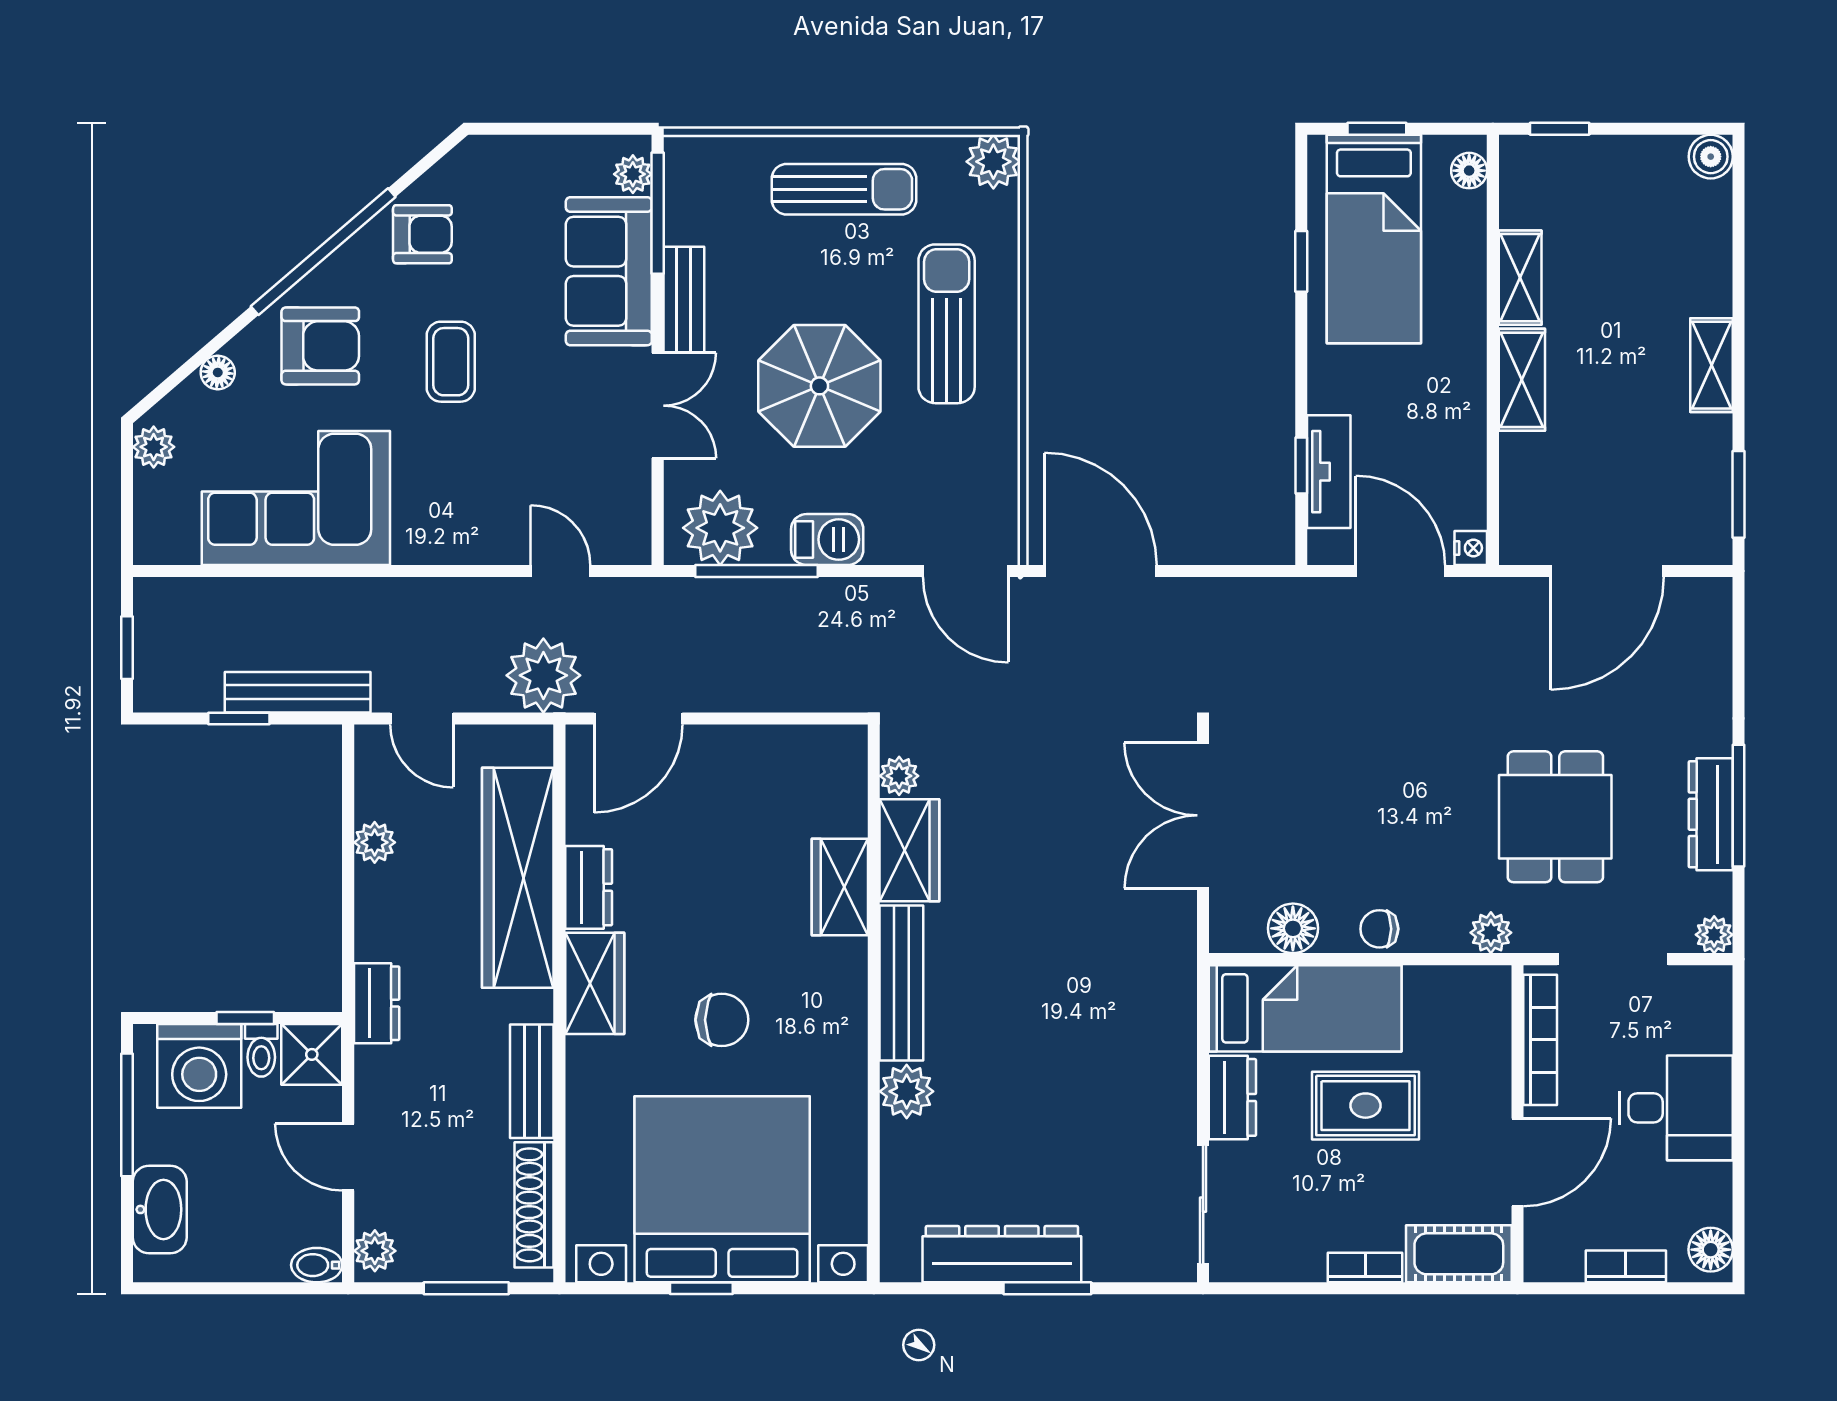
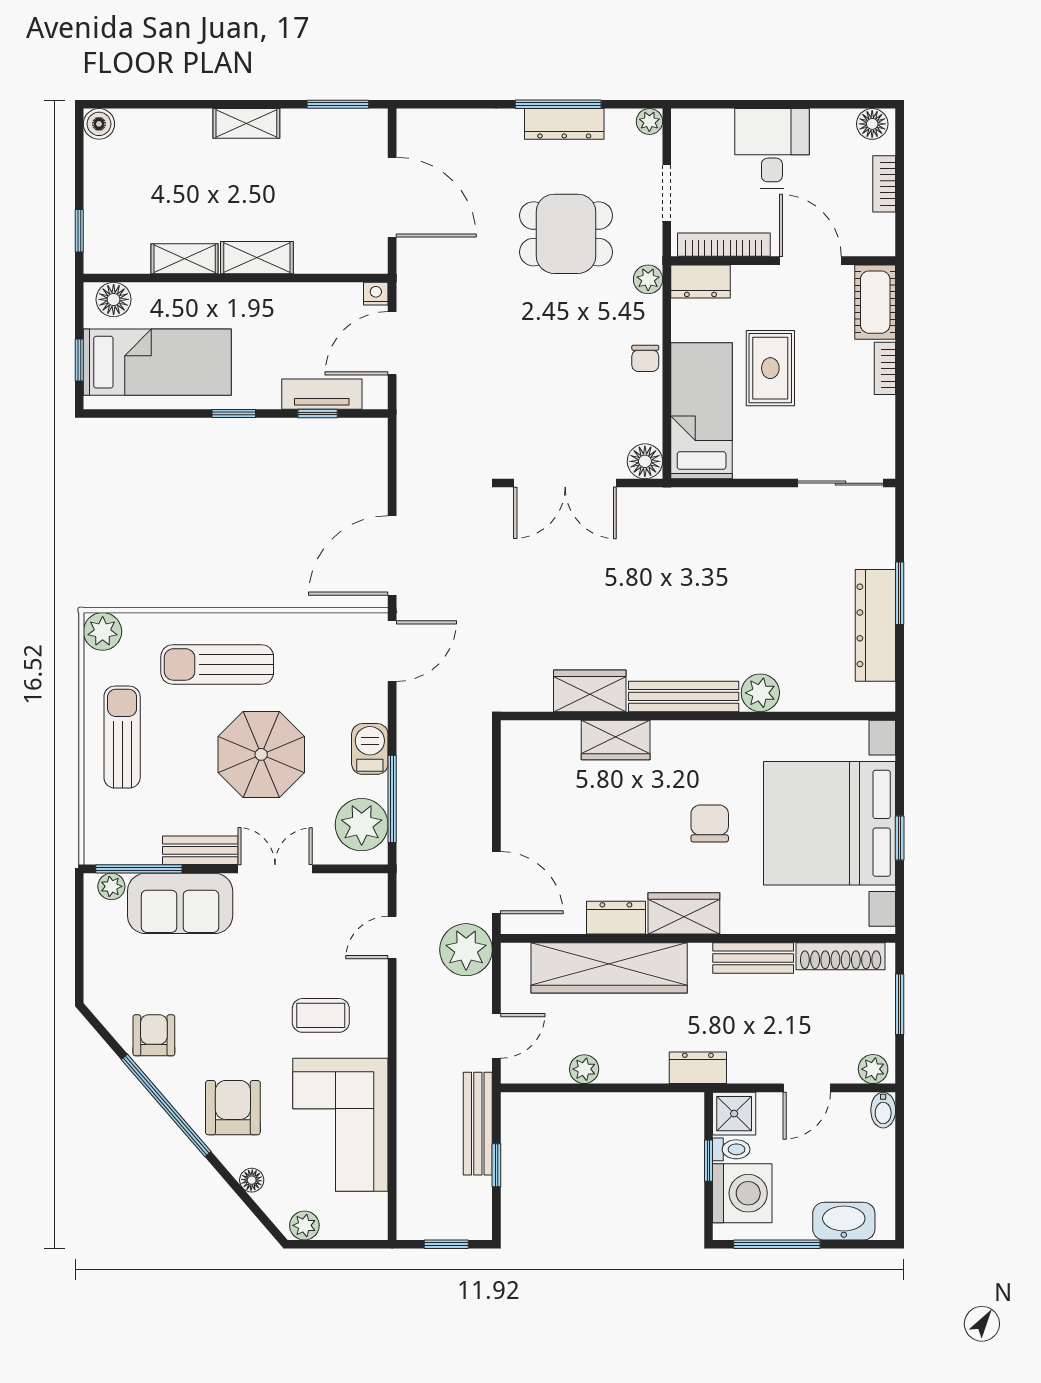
floor lamp: (1469, 171) -> (114, 299), width x1.37, depth x1.37
window: (1301, 261) -> (234, 414), moved
coffee table: (451, 362) -> (321, 1015), moved
plant: (899, 776) -> (537, 698), removed
floor lamp: (1293, 928) -> (645, 461), moved
doorway: (1613, 959) -> (667, 193), width x0.73
dresser: (1232, 1097) -> (700, 281), moved, turned 180

